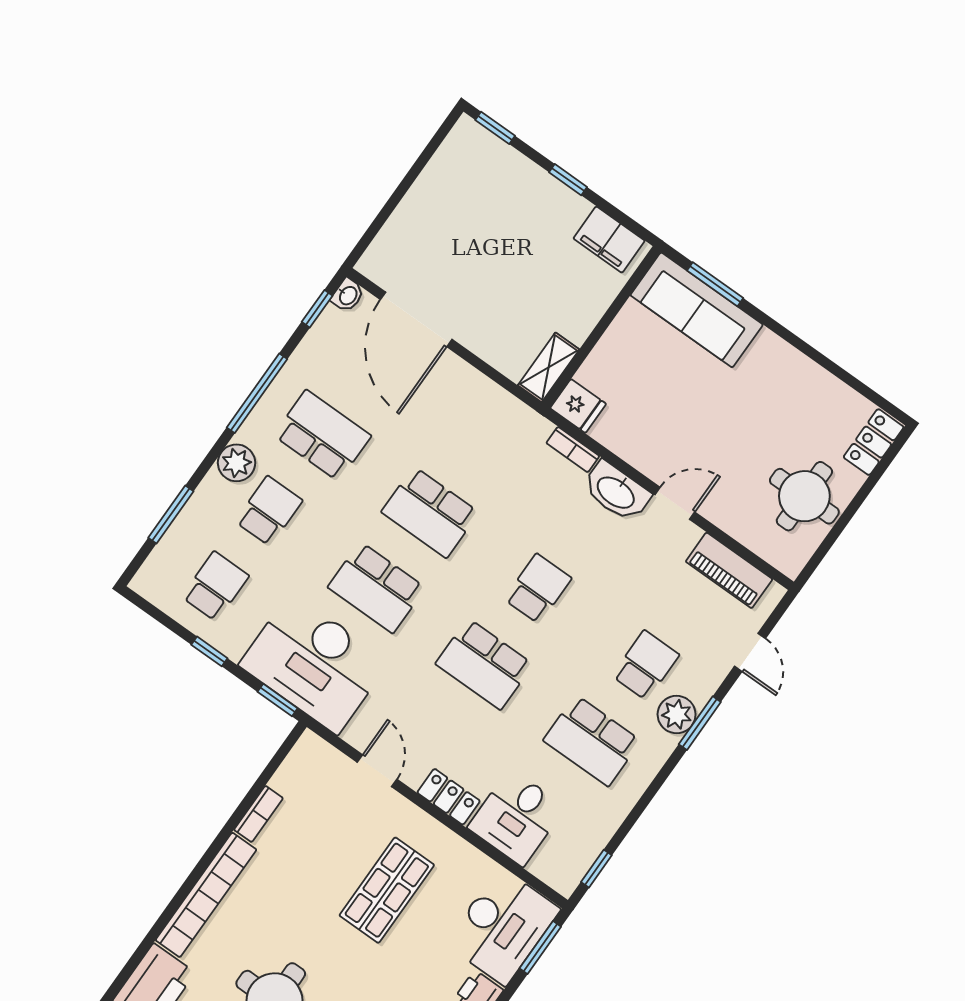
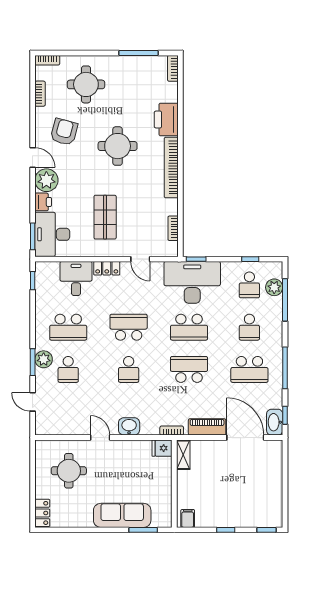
filing cabinet: (609, 240) -> (188, 518), width x0.50
washbasin: (348, 295) -> (275, 422), width x1.91, depth x1.45
sofa: (697, 310) -> (122, 515), moved
bookcase: (573, 450) -> (172, 431), moved
plant: (237, 463) -> (274, 287), moved
washbasin: (616, 492) -> (129, 426), width x0.72
round table: (804, 496) -> (69, 471), moved
door: (675, 503) -> (100, 438), swing flipped
window: (171, 515) -> (285, 300), width x1.44
piano: (729, 570) -> (207, 427), moved
school desk: (377, 587) -> (189, 327), turned 180
window: (209, 651) -> (250, 259), moved
school desk: (592, 741) -> (68, 327), turned 180
bookcase: (258, 814) -> (173, 228), moved

